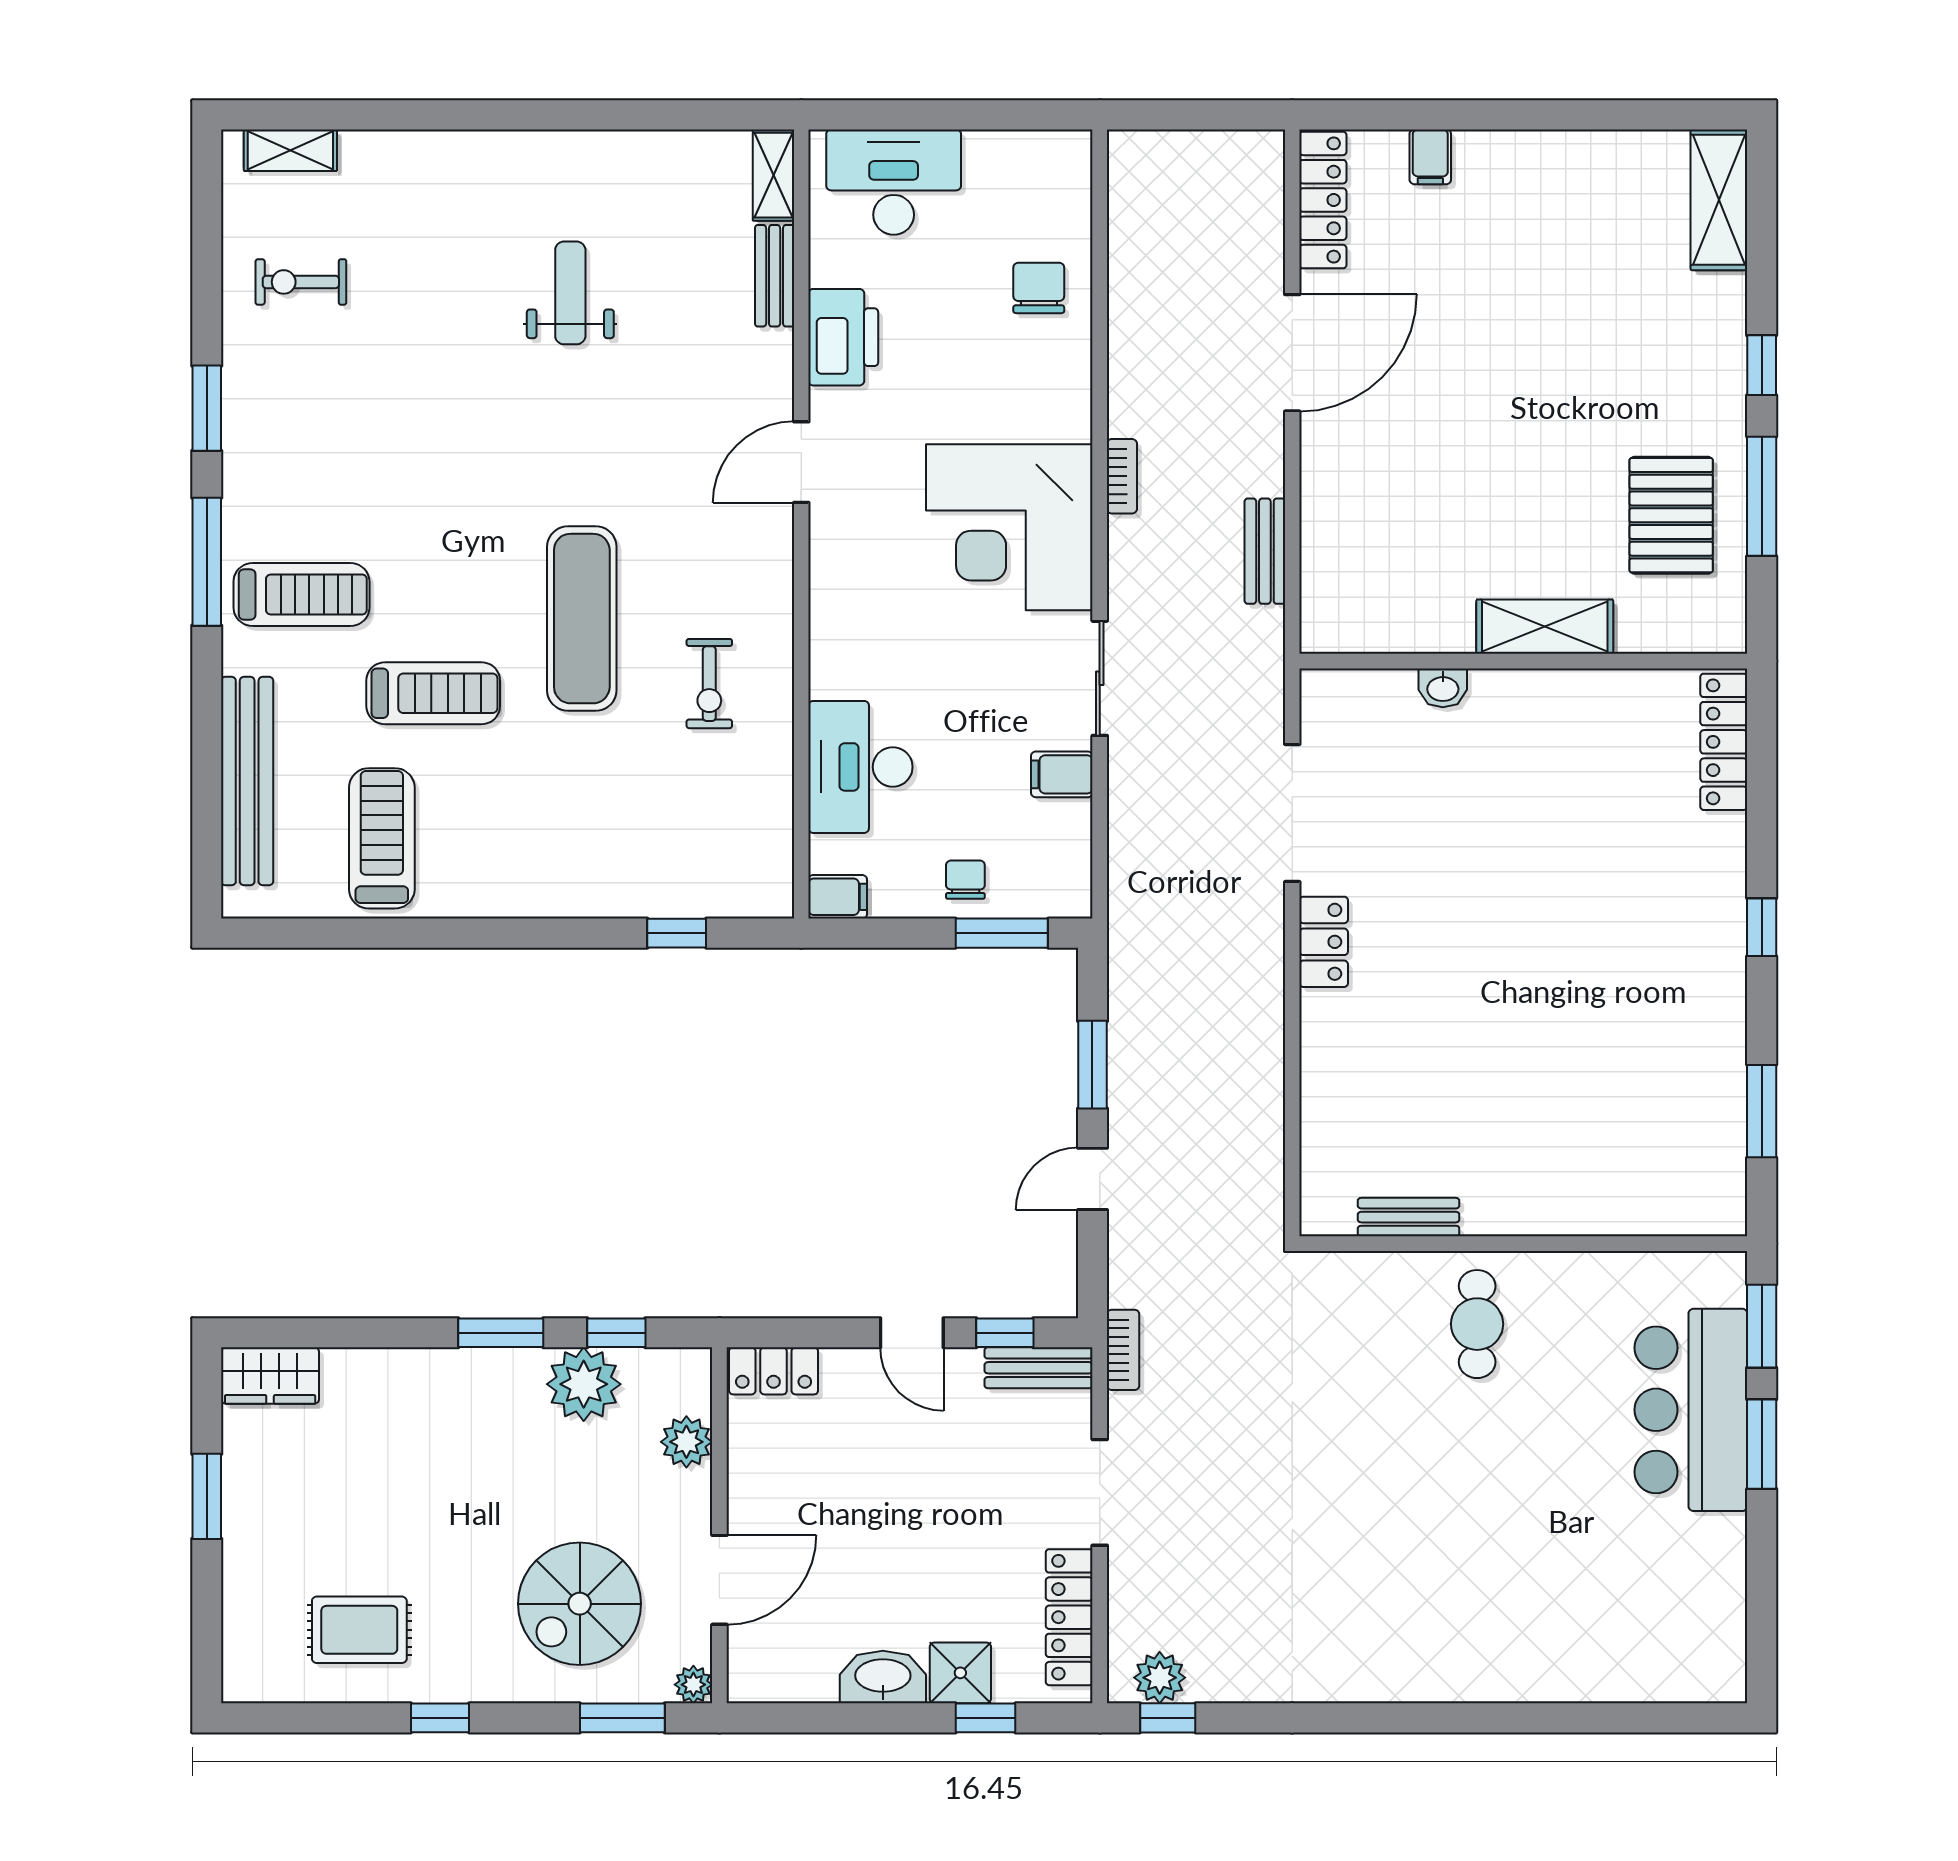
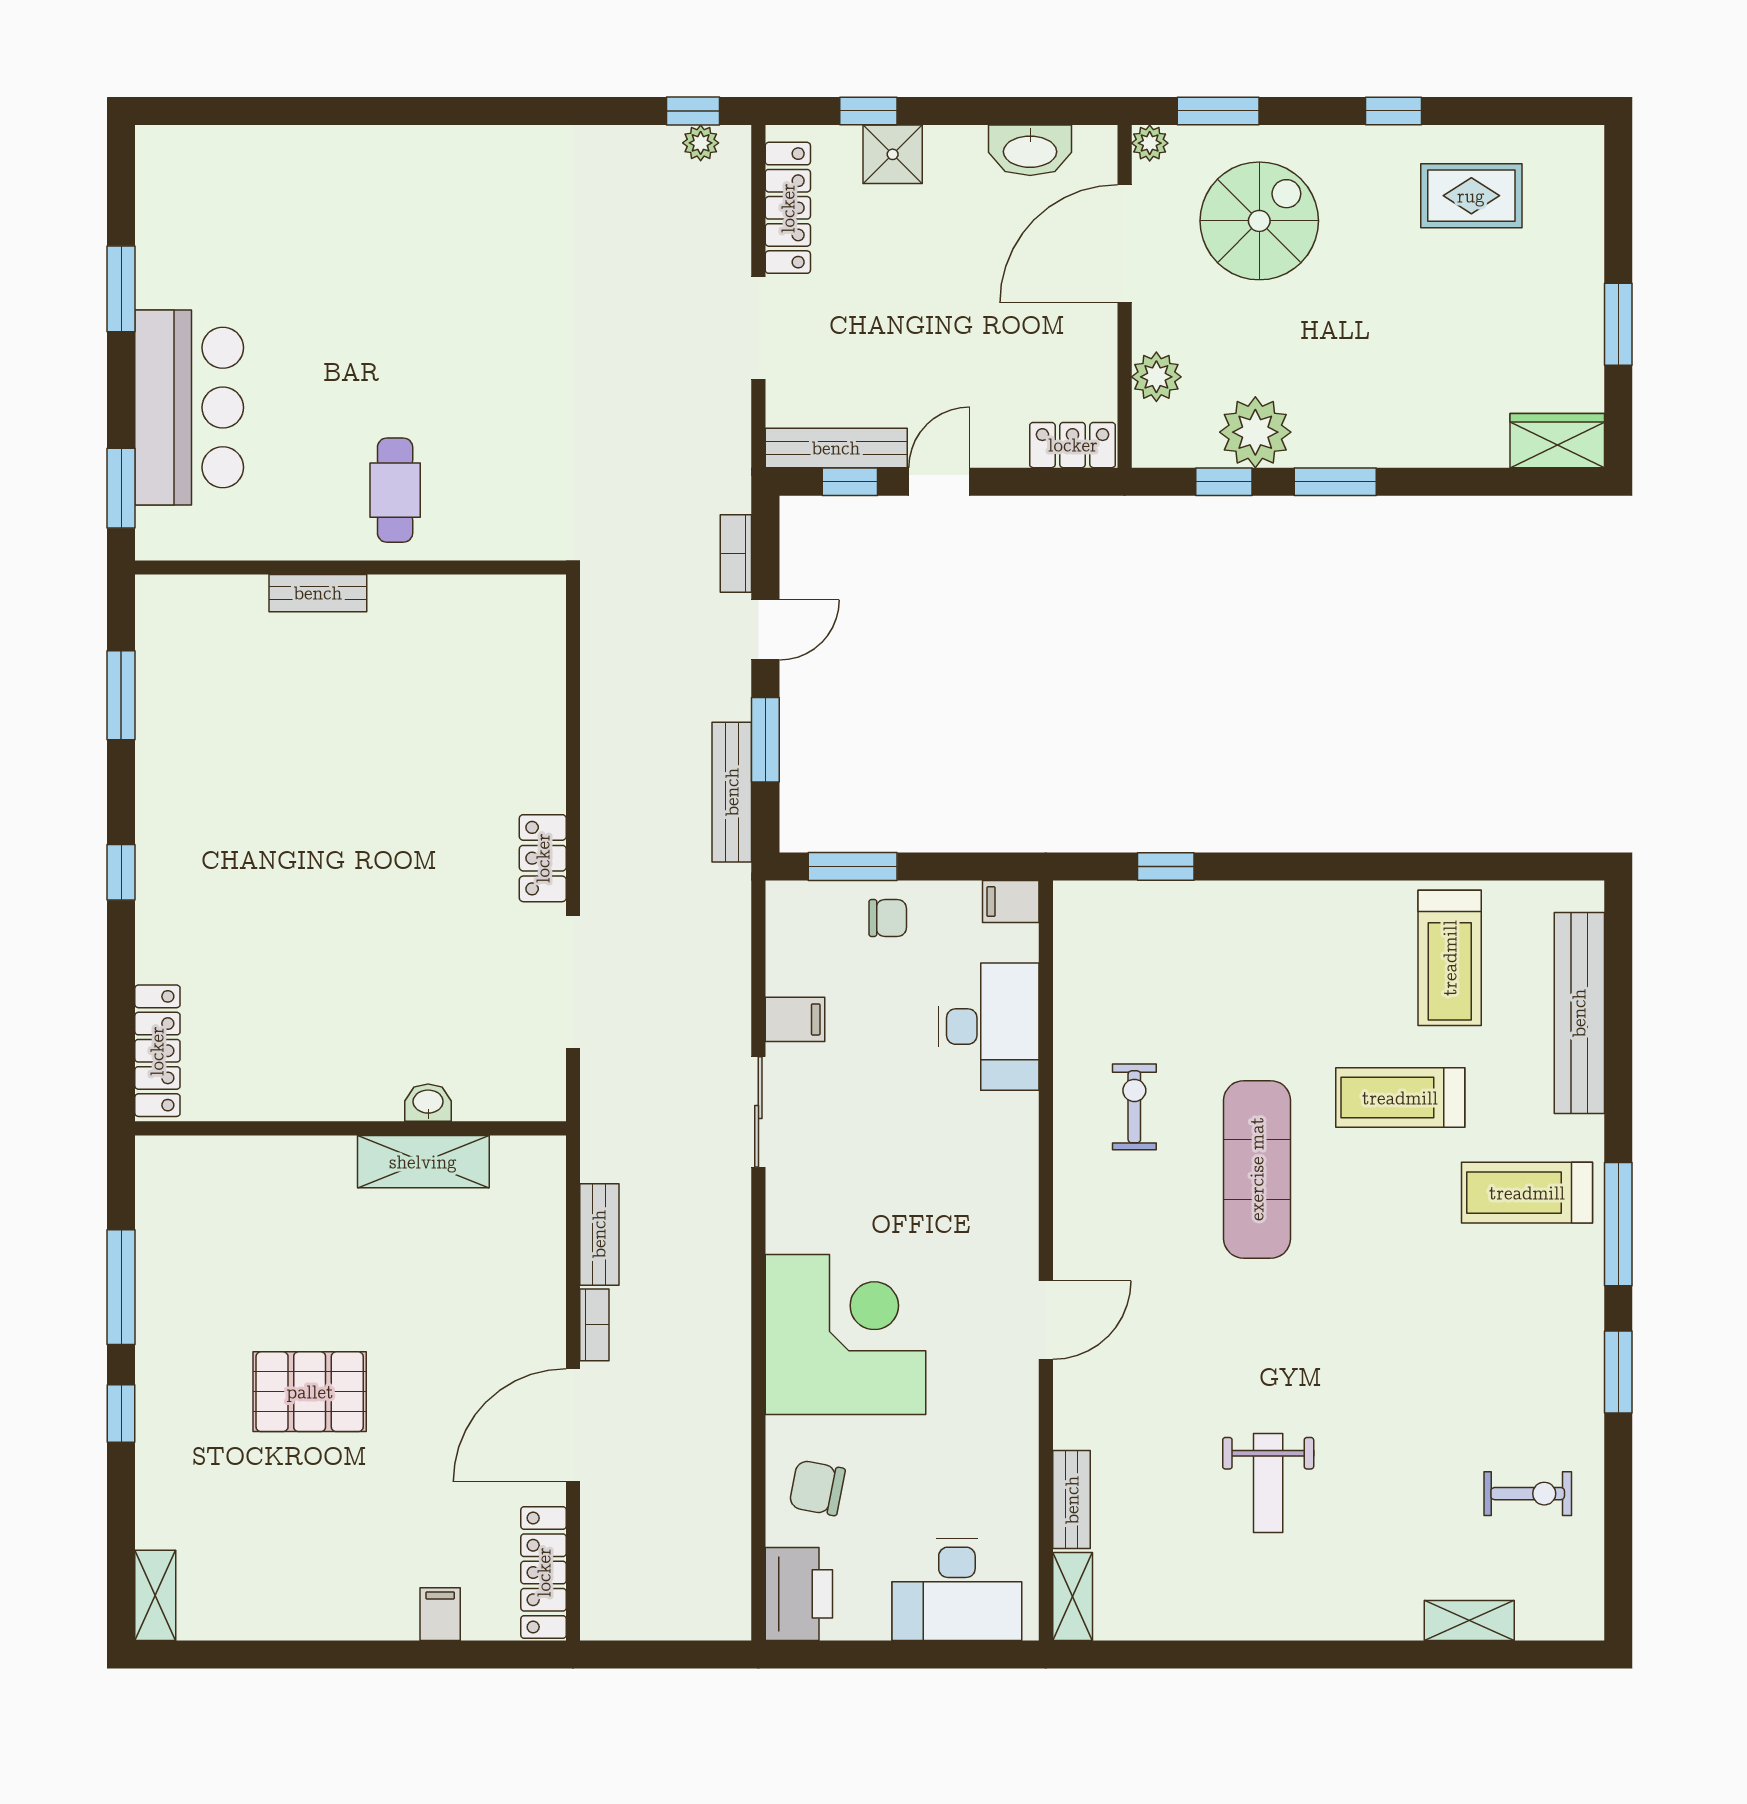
shelving: (290, 150) -> (1469, 1620), moved
shelving: (1719, 200) -> (155, 1595), width x0.67, depth x0.75
chair: (1039, 288) -> (817, 1488), turned 101
printer: (843, 337) -> (799, 1594), moved, turned 180
bookcase: (1122, 476) -> (594, 1325), moved, turned 180
pallet: (1671, 515) -> (310, 1392), moved, turned 90
corner desk: (1009, 527) -> (845, 1334), moved
shelving: (1545, 627) -> (423, 1162), moved
chair: (965, 880) -> (888, 918), turned -90
bench: (1127, 1010) -> (732, 792), added
bench: (1409, 1217) -> (318, 593), moved
door: (912, 1333) -> (939, 482), hinge flipped
bookcase: (1123, 1350) -> (736, 553), moved
bench: (1039, 1368) -> (836, 448), width x1.36
window: (1762, 1444) -> (121, 289), moved
door: (719, 1580) -> (1125, 244), width x1.36
washbasin: (883, 1677) -> (1030, 150), moved
plant: (1160, 1678) -> (701, 143), width x0.73, depth x0.73

